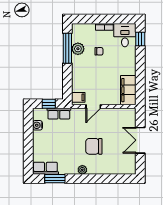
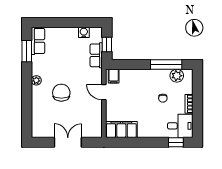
plant: (78, 49) -> (177, 76), moved

